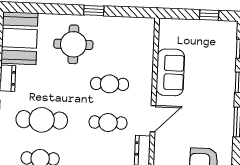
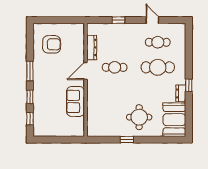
window: (209, 15) -> (52, 140), removed
cafe table: (110, 84) -> (115, 92), removed

